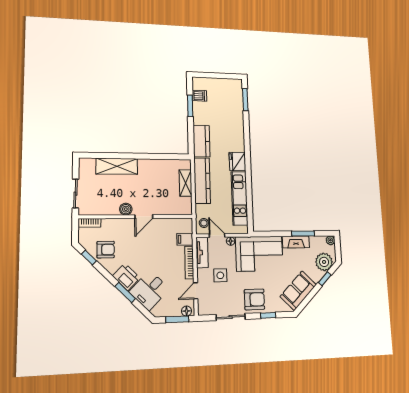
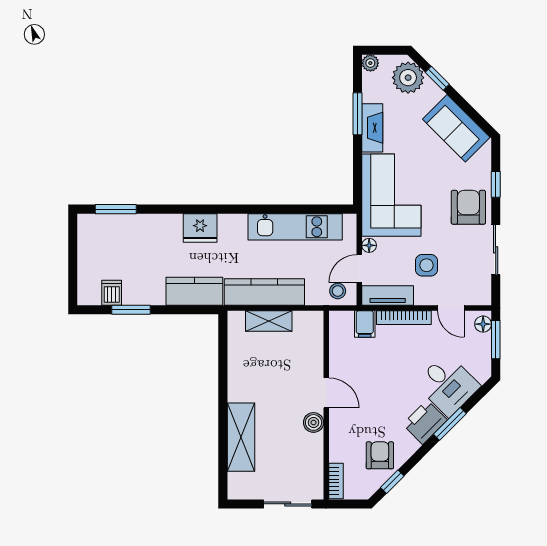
fridge: (237, 161) -> (200, 228), moved

